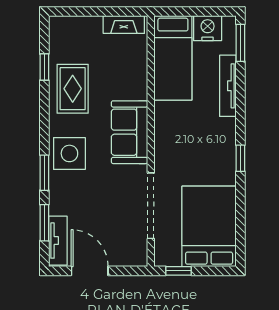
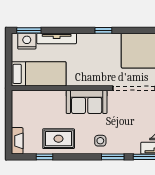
fireplace: (124, 25) -> (17, 141), moved
nightstand: (208, 28) -> (27, 41), moved, turned 90
side table: (69, 153) -> (100, 141), width x0.54, depth x0.54

